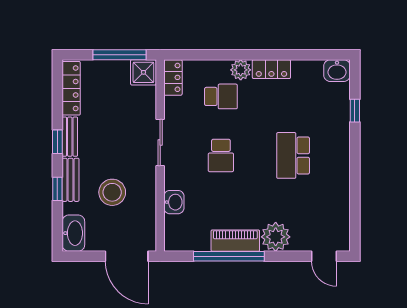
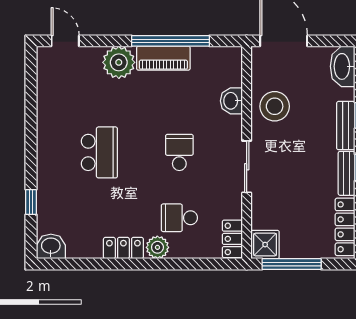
stool: (112, 192) -> (275, 106), moved

